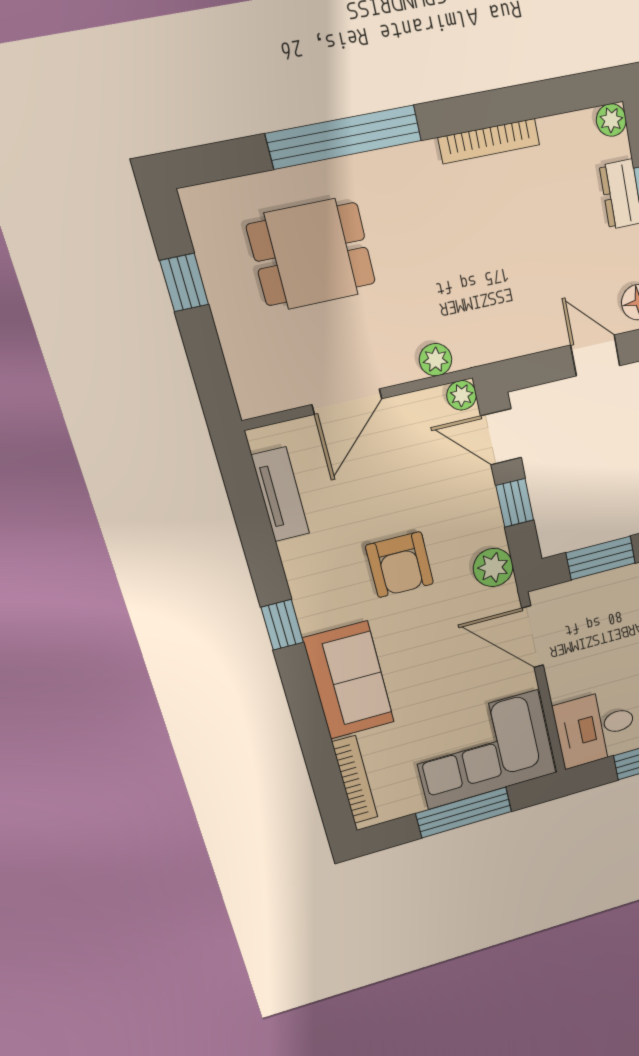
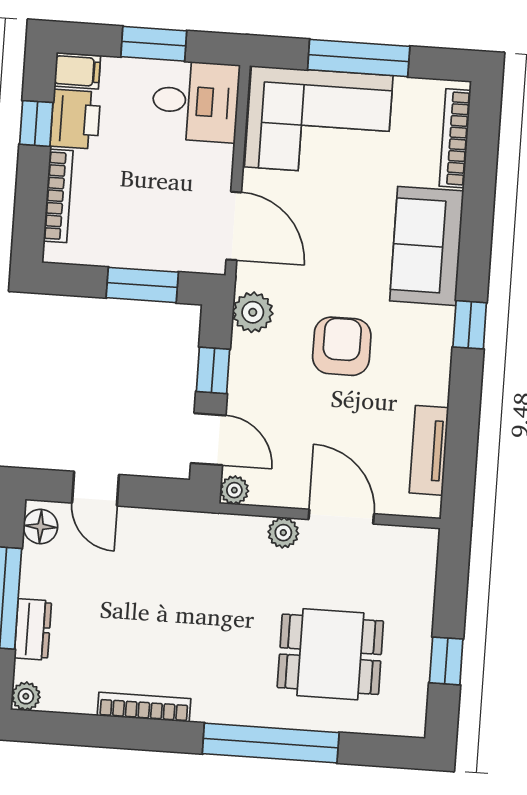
plant: (436, 360) -> (283, 533), moved
door: (347, 402) -> (341, 517), hinge flipped

